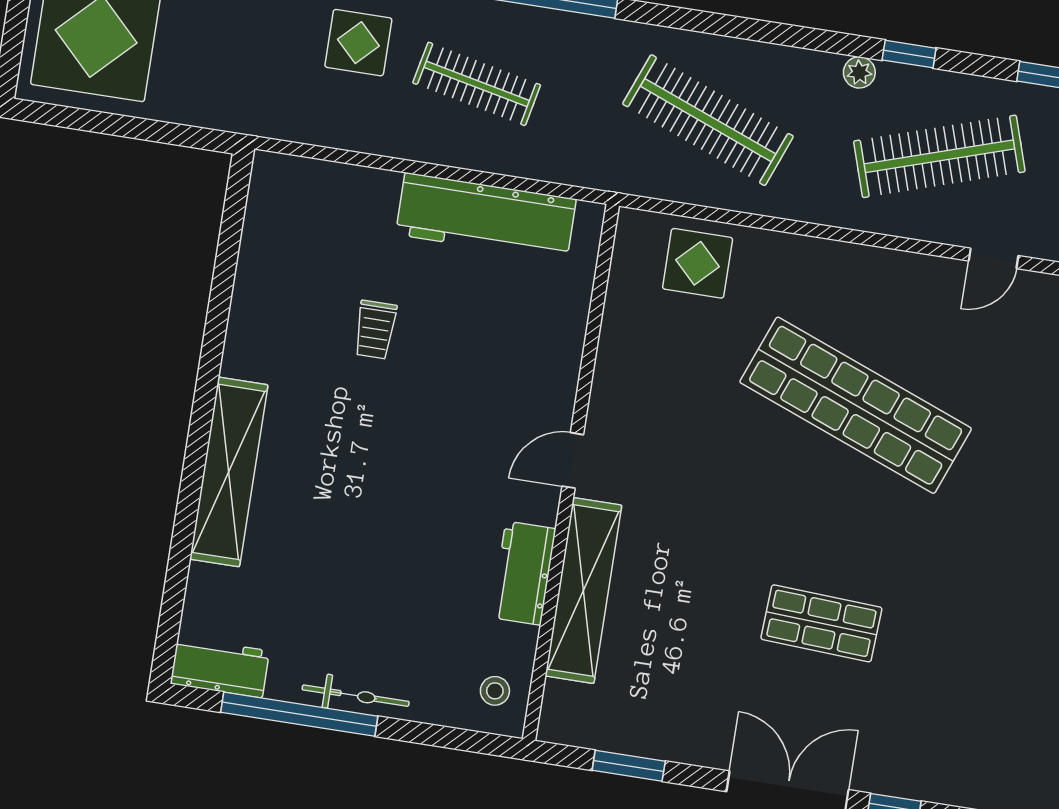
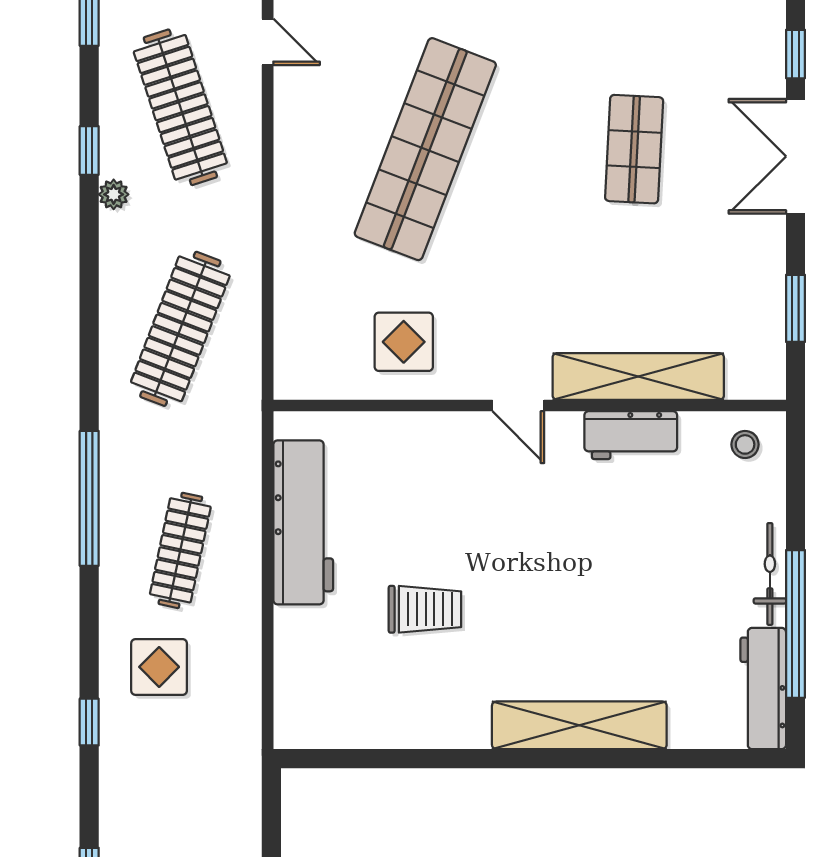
display table: (698, 263) -> (404, 342), moved
trolley: (375, 330) -> (425, 609), width x1.36, depth x1.39
workbench: (220, 667) -> (763, 689), width x1.38

